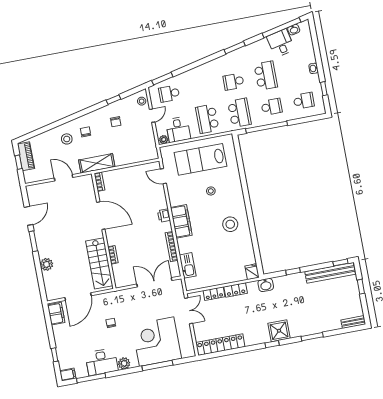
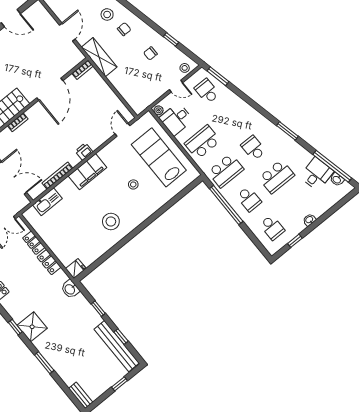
window: (340, 262) -> (121, 337), moved

